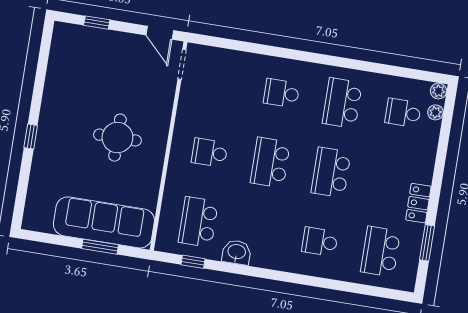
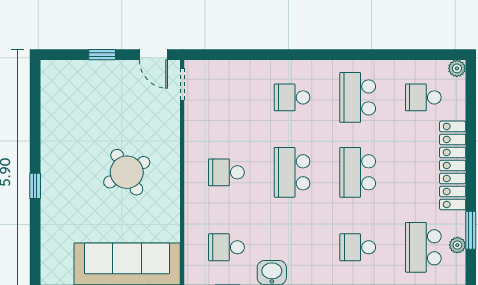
window: (97, 23) -> (102, 55), moved
plant: (435, 112) -> (457, 245), moved
round table: (117, 138) -> (127, 172), turned -30
locker: (418, 203) -> (453, 165), width x2.16, depth x1.21
school desk: (198, 222) -> (226, 247), width x0.54

